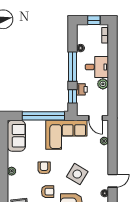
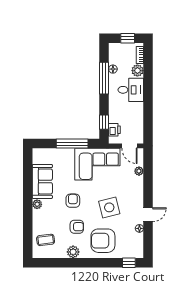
window: (73, 67) -> (104, 78), moved
plant: (103, 84) -> (137, 71), moved
printer: (82, 89) -> (114, 130), moved
window: (43, 116) -> (72, 144), width x0.68
sofa: (16, 136) -> (42, 181), moved
side table: (77, 174) -> (109, 207), turned 45

